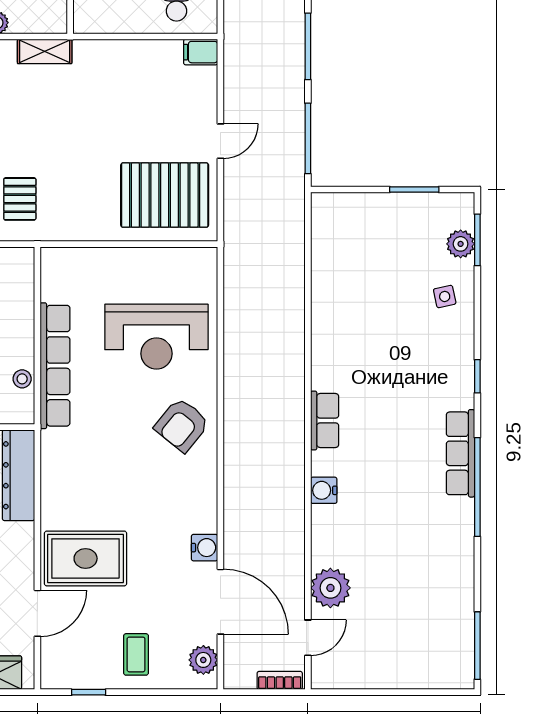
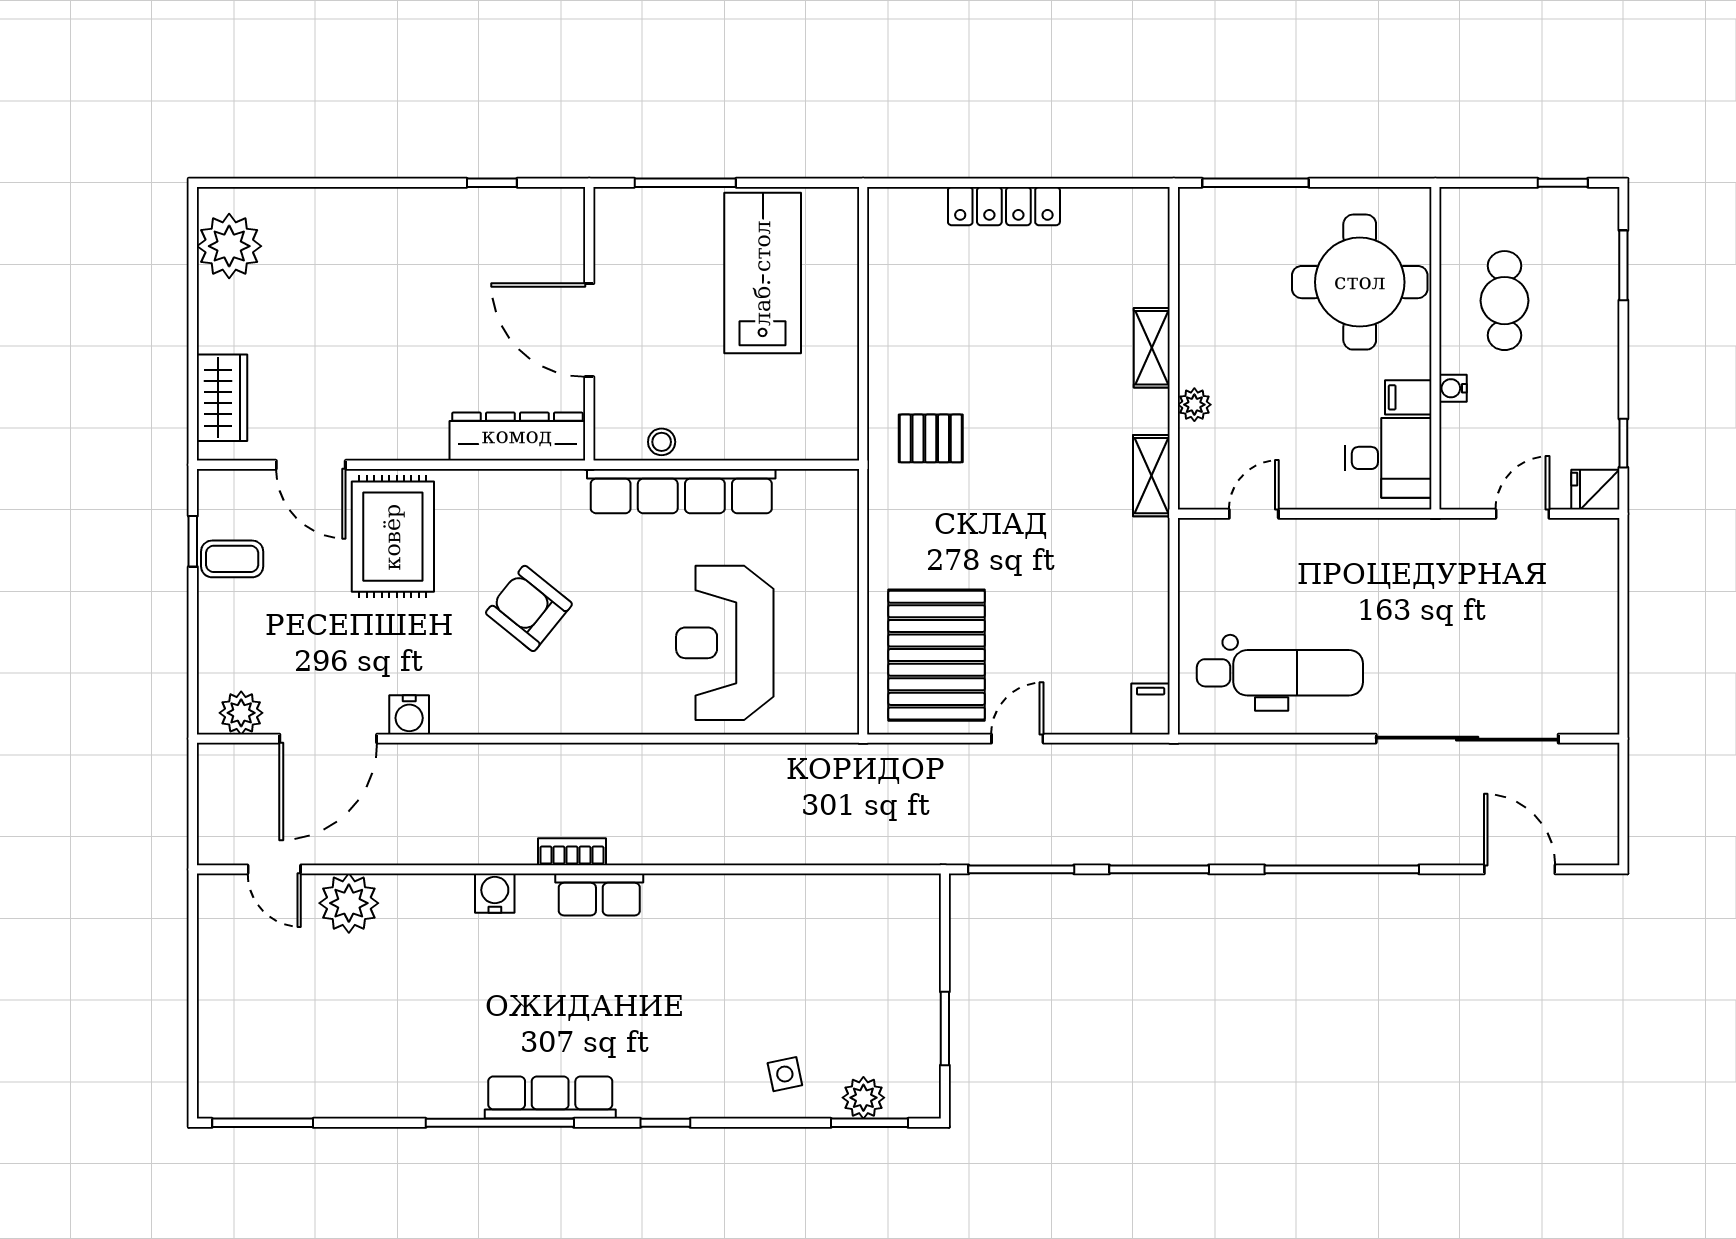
door: (220, 141) -> (1017, 739), swing flipped
armchair: (182, 425) -> (529, 608), moved
coffee table: (136, 654) -> (232, 559), moved
bookcase: (280, 680) -> (572, 852), moved, turned -90

